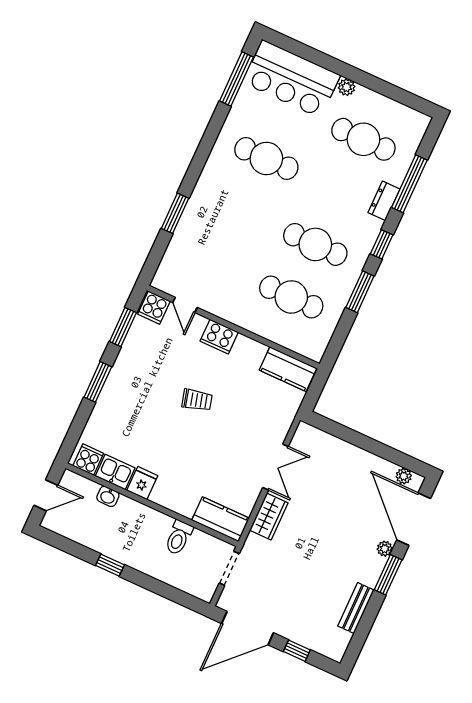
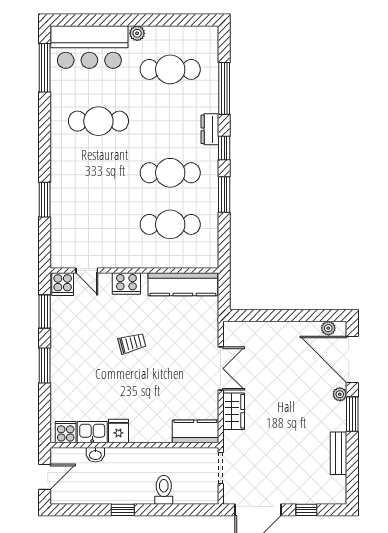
dresser: (384, 201) -> (210, 129), moved
kitchen counter: (288, 369) -> (183, 284), width x1.50
toilet: (179, 538) -> (164, 490), moved, turned 180

